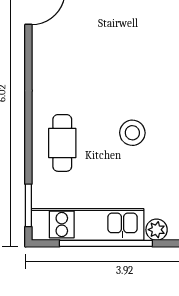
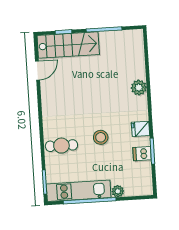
cafe table: (62, 143) -> (61, 146), turned 90

